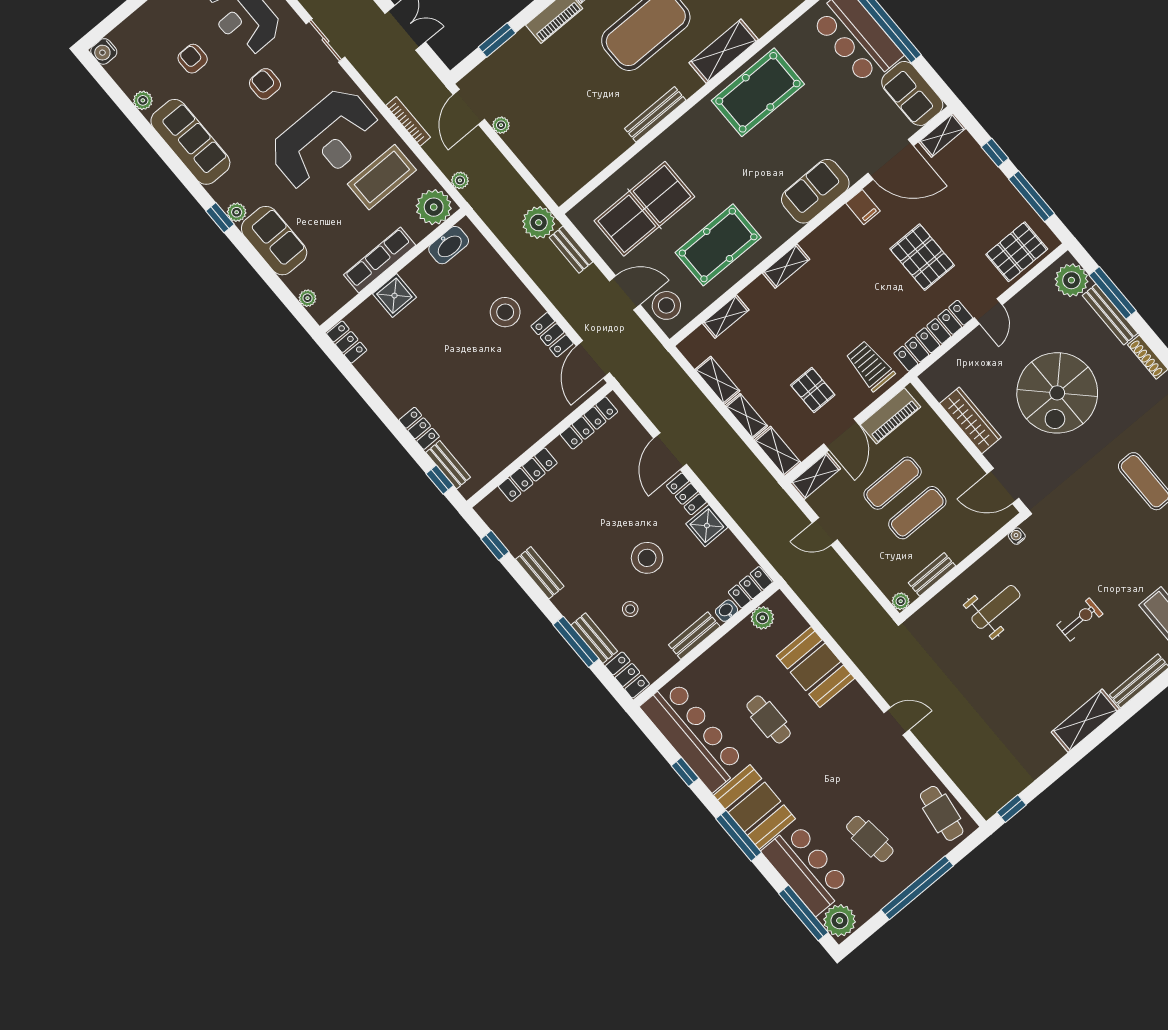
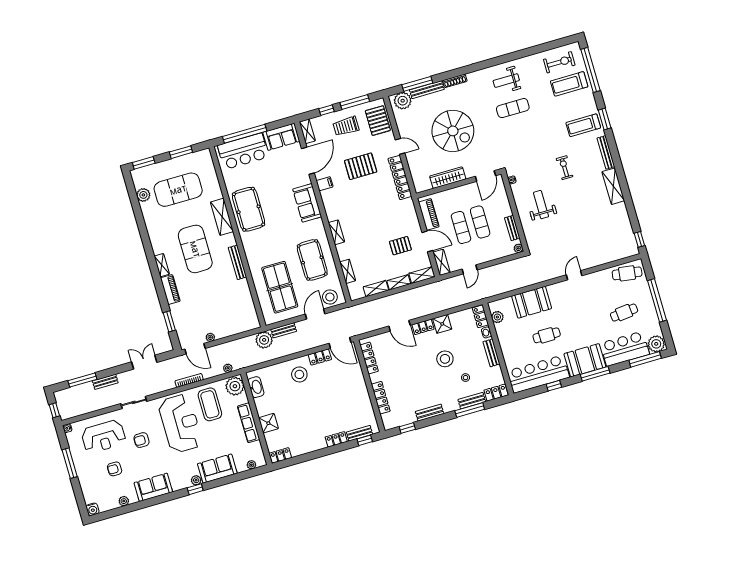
sofa: (190, 142) -> (153, 487), width x0.73
trolley: (870, 366) -> (346, 126), moved

